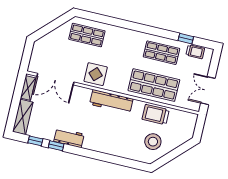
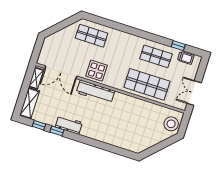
workbench: (111, 102) -> (95, 92), moved
trolley: (156, 115) -> (147, 110), removed
stool: (153, 142) -> (171, 124), moved

